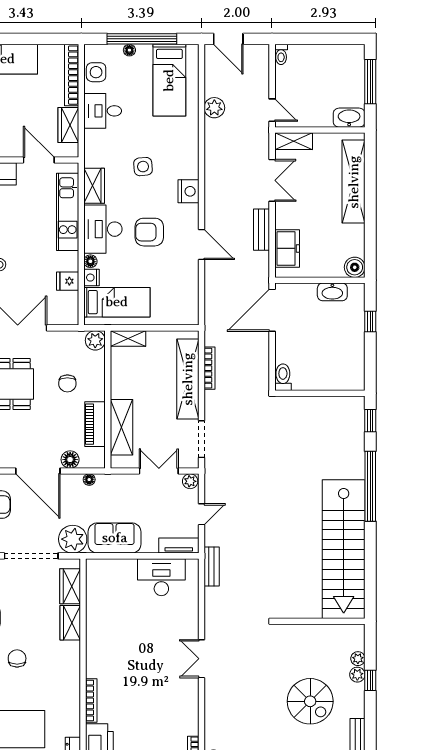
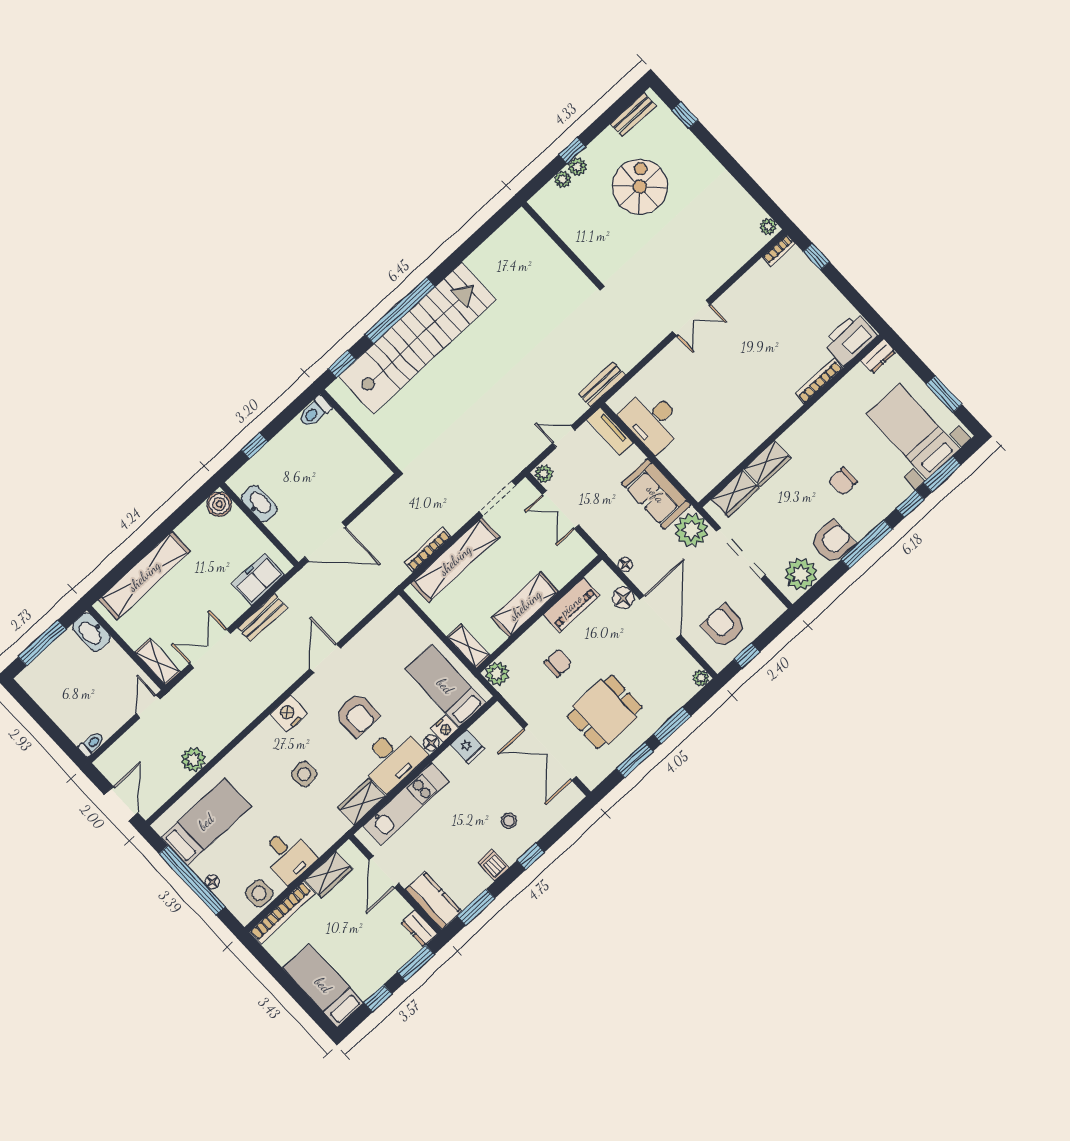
toilet: (283, 377) -> (315, 412), moved
shelving: (122, 427) -> (525, 605), moved
stairs: (344, 549) -> (417, 338), moved

